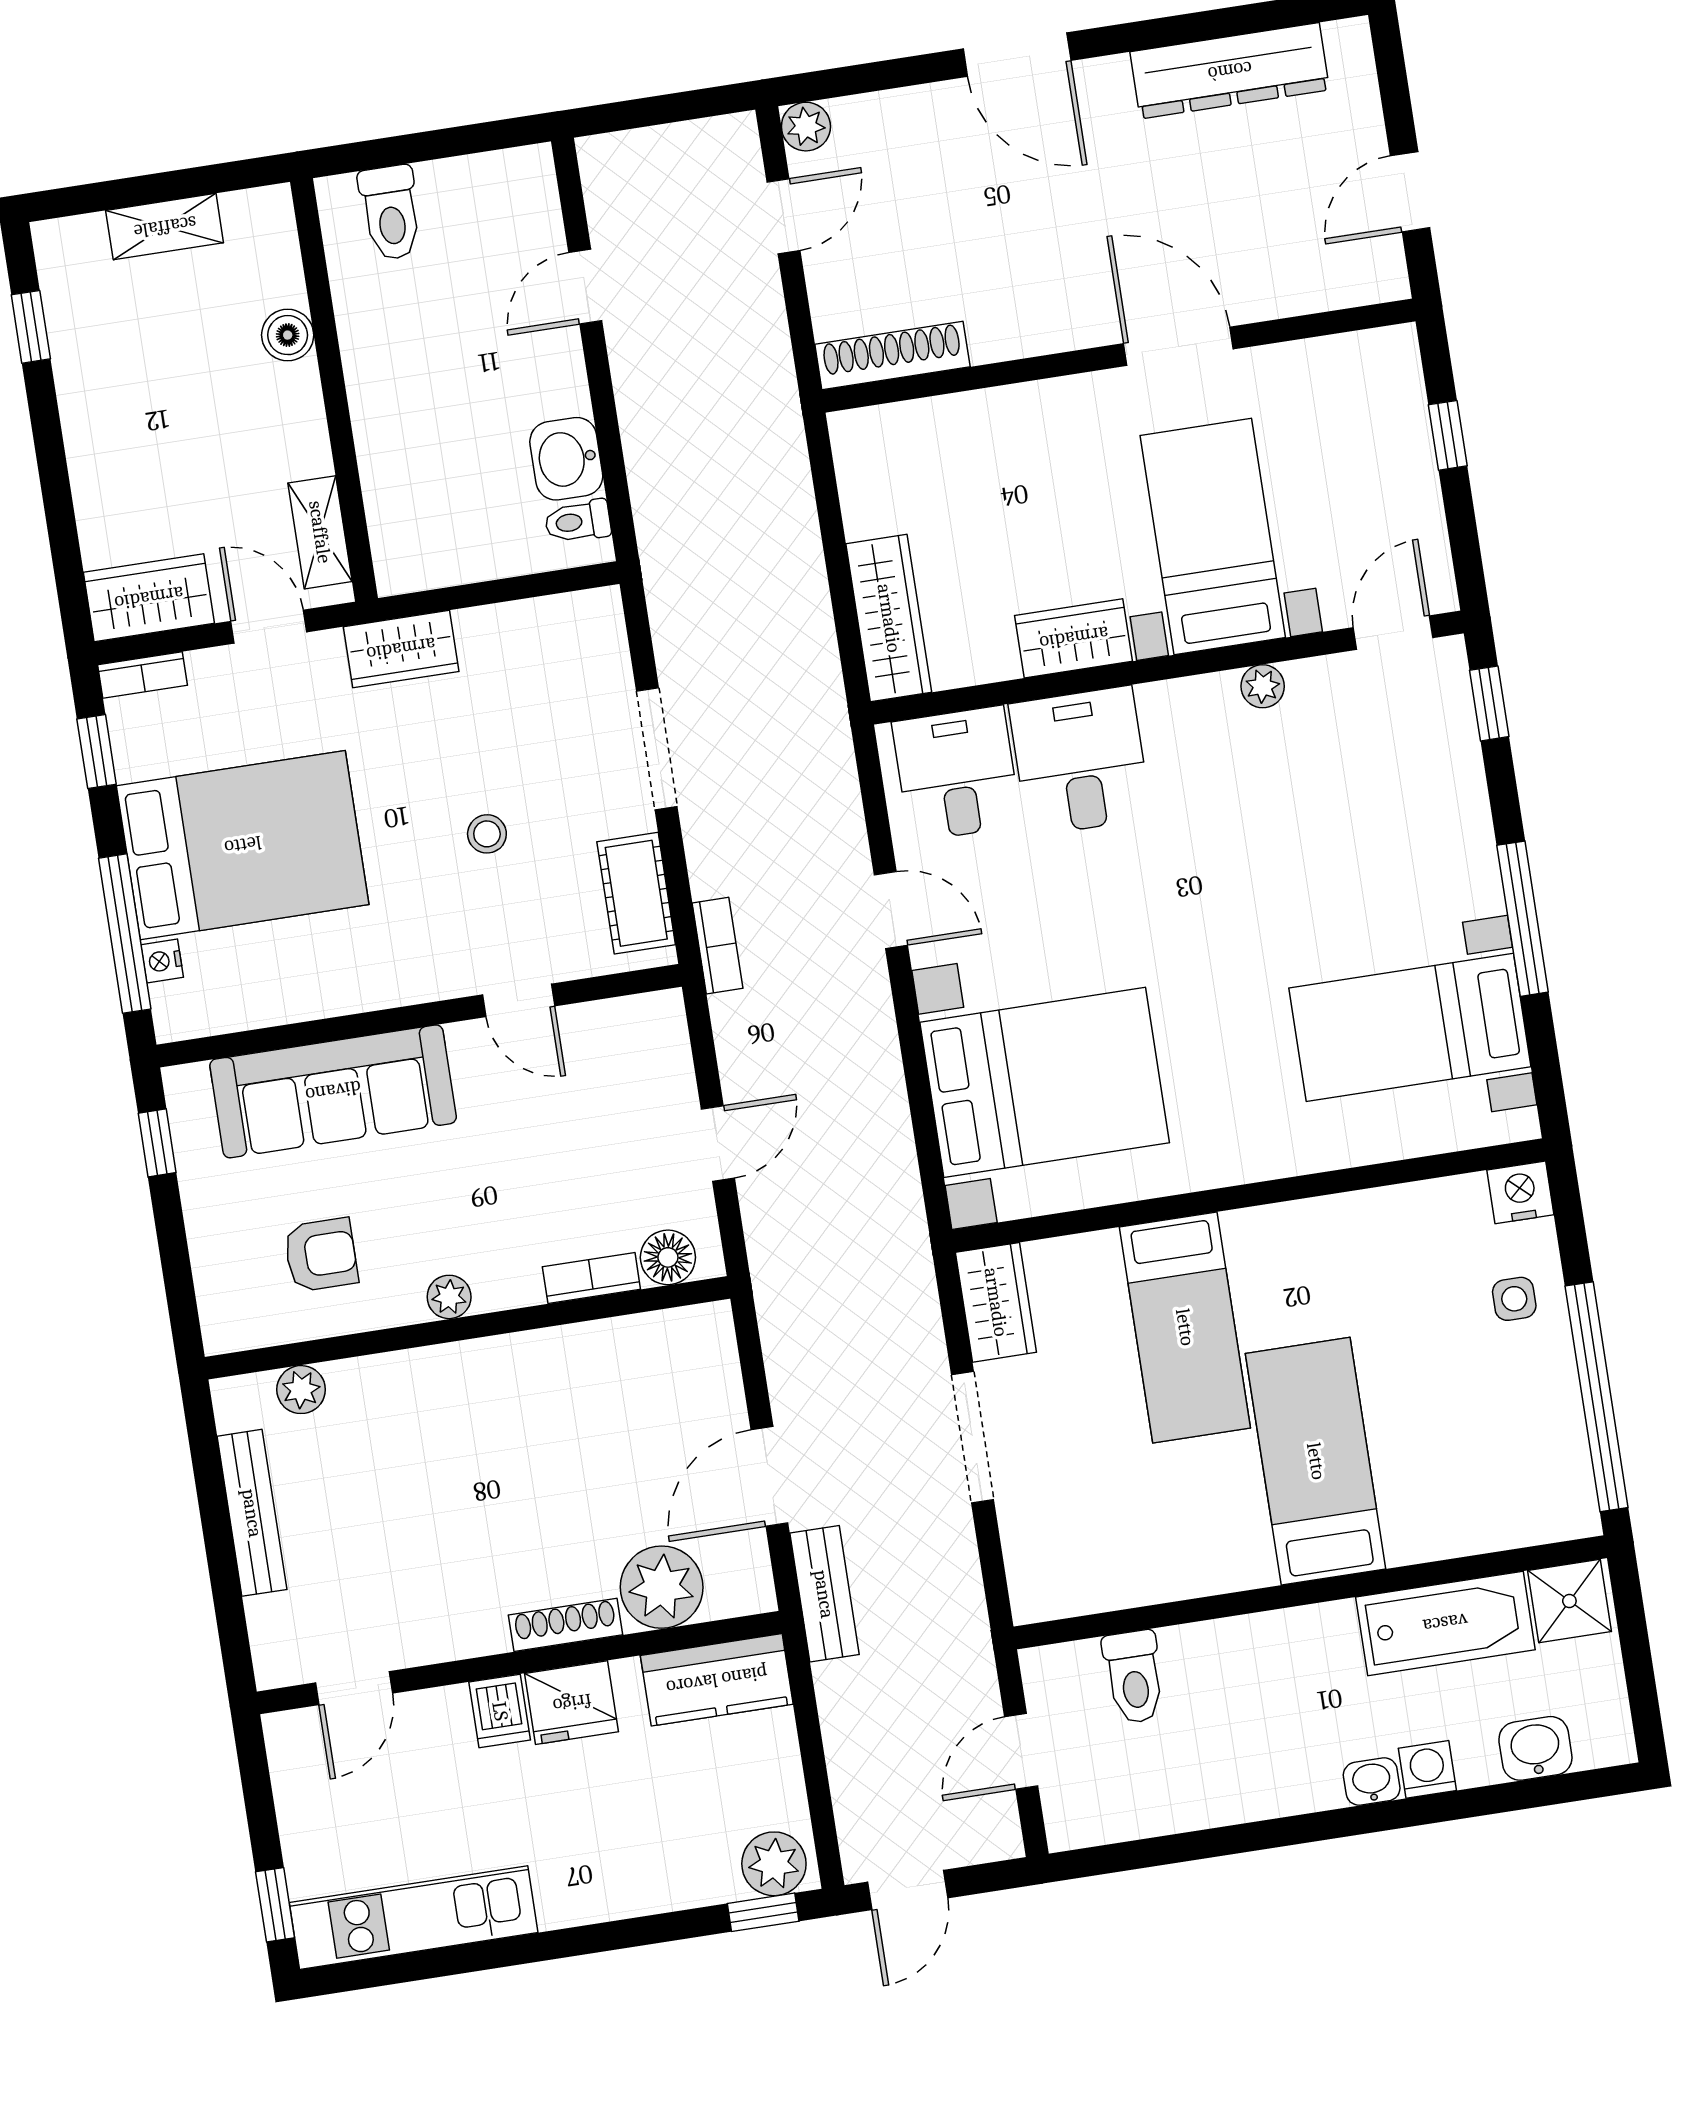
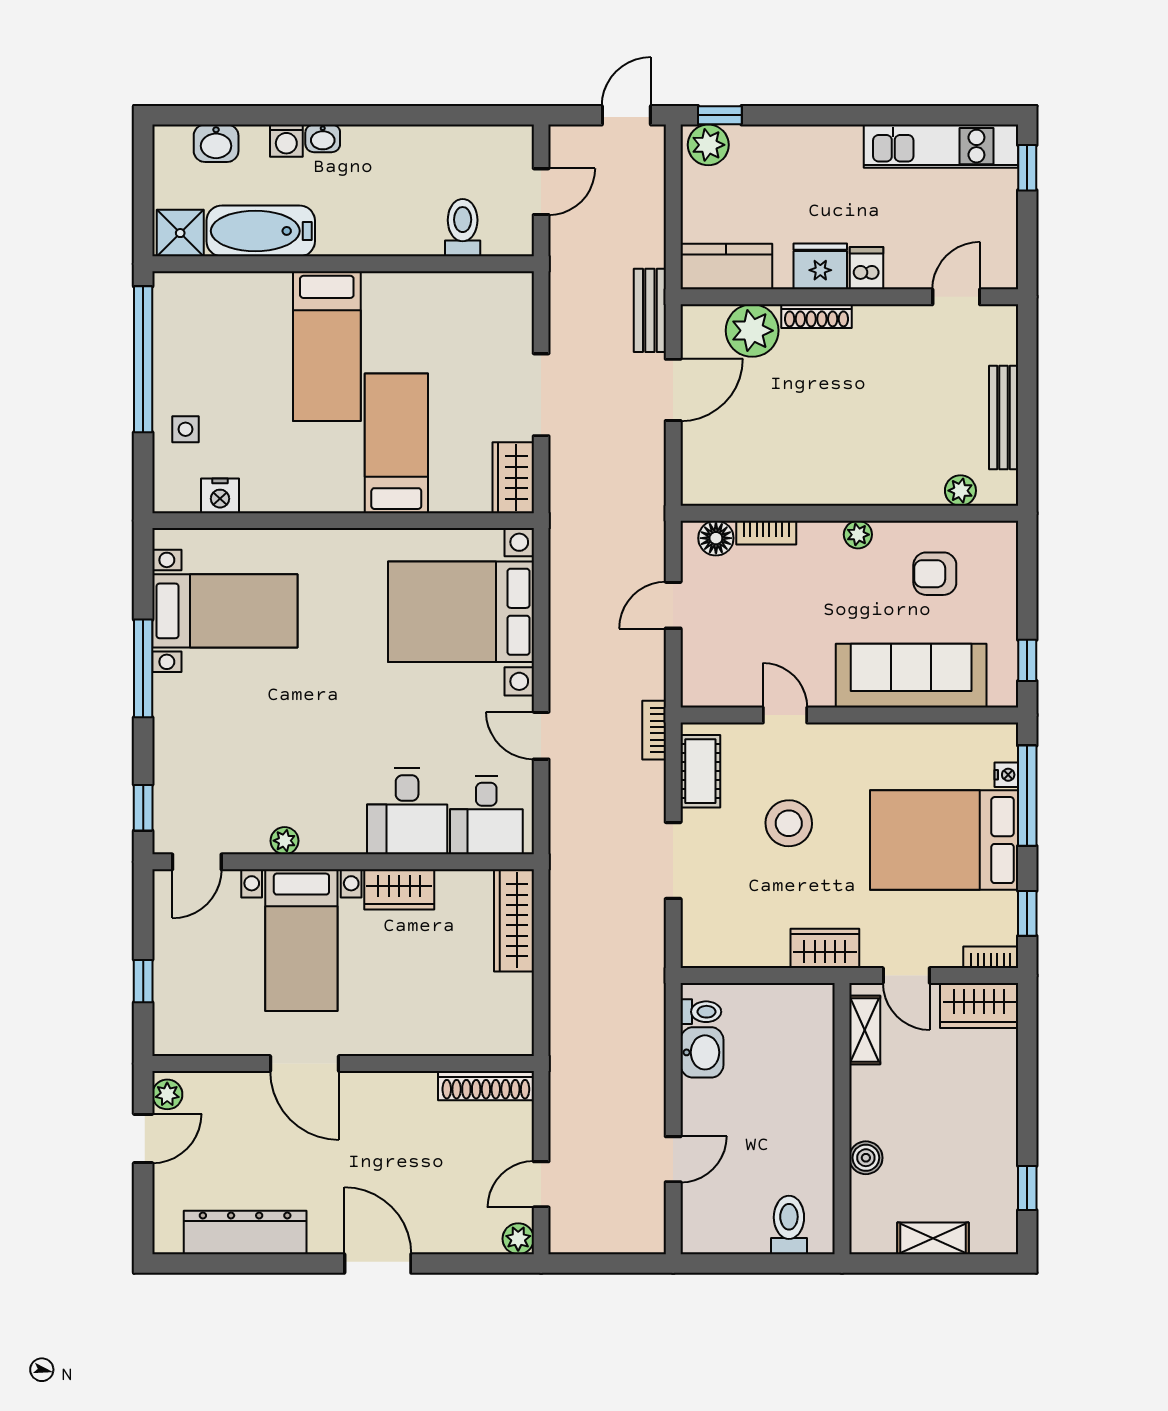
plant: (1383, 266) -> (167, 1094), added
stool: (487, 834) -> (789, 823), width x1.89, depth x1.89
nightstand: (1520, 1192) -> (220, 496), moved

